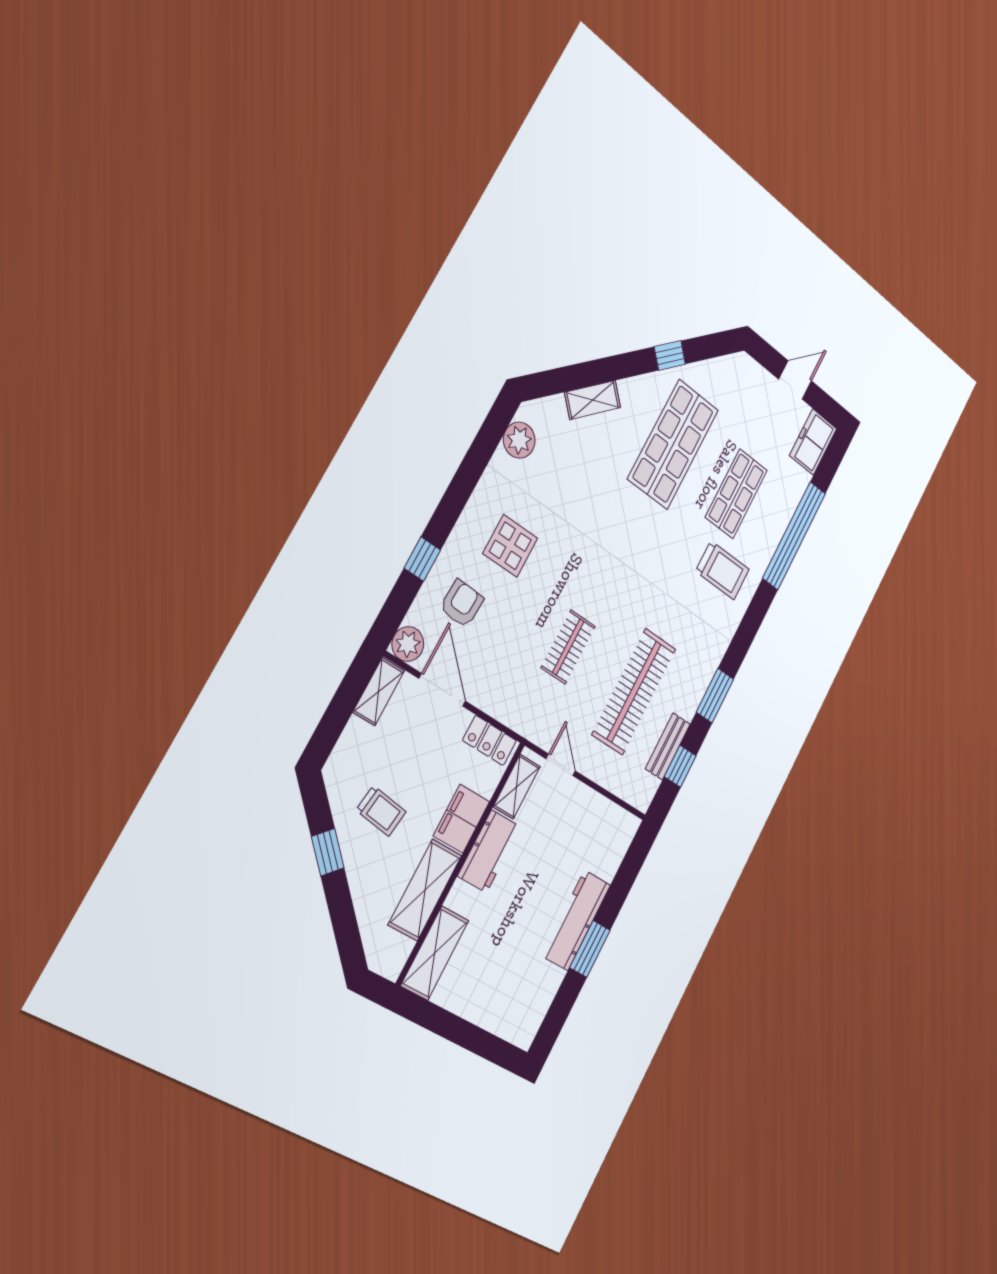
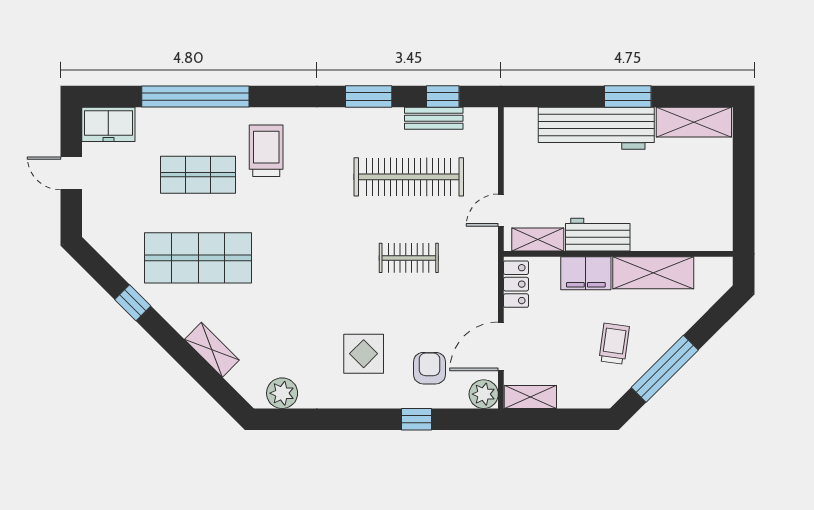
armchair: (462, 604) -> (430, 368), turned 87
window: (328, 852) -> (665, 369), width x2.17
workbench: (576, 920) -> (596, 128), width x1.36, depth x1.32
shelving: (435, 953) -> (694, 122), moved

